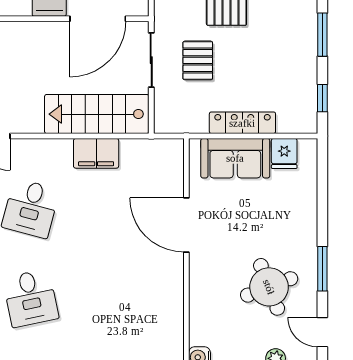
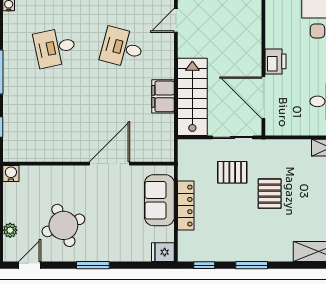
fridge: (284, 154) -> (163, 252), moved
window: (322, 269) -> (93, 265), moved

